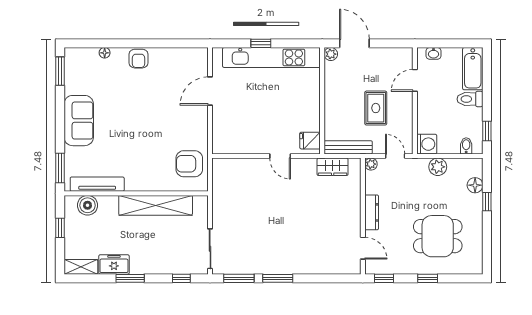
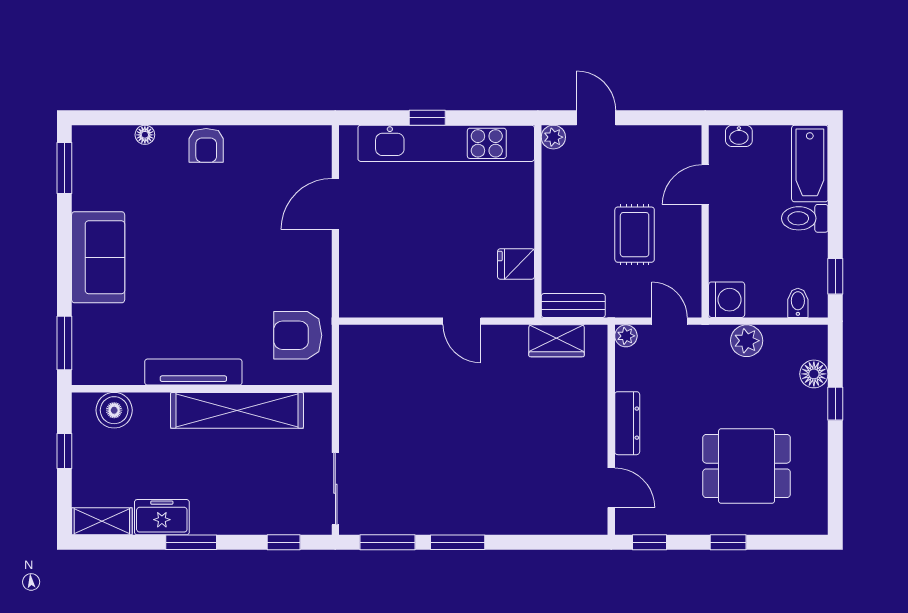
door: (354, 43) -> (596, 118), width x0.73
fridge: (310, 141) -> (516, 264), moved
bench: (348, 147) -> (573, 306), width x0.73
tv unit: (97, 184) -> (193, 372), moved

